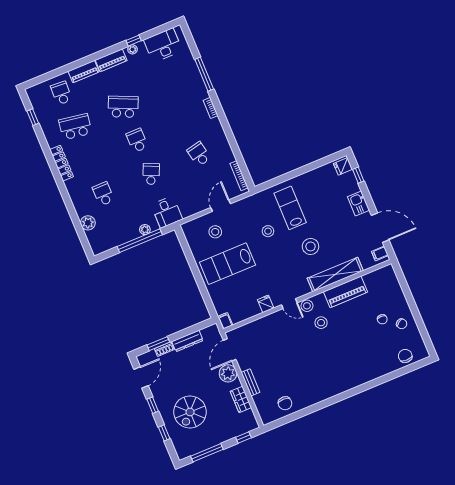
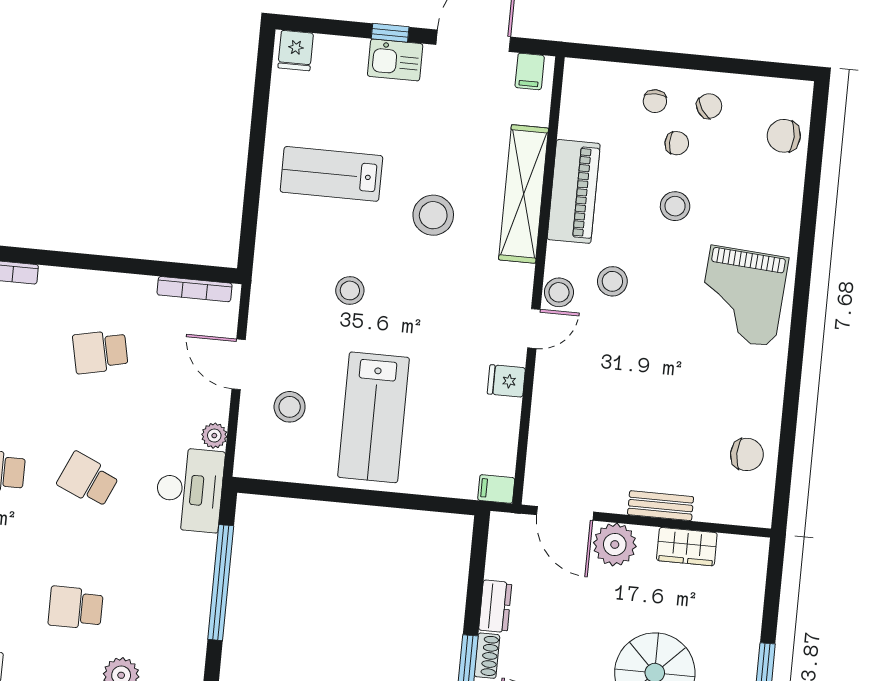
window: (358, 175) -> (390, 33), moved
lab bench: (290, 208) -> (331, 174), moved
desk: (167, 212) -> (190, 490), width x1.37
plant: (145, 230) -> (214, 436), moved
chair: (393, 304) -> (655, 101), added
stool: (360, 331) -> (675, 206), added
dresser: (187, 341) -> (495, 606), width x0.70
grand piano: (340, 372) -> (743, 296), added
window: (243, 437) -> (773, 585), removed

